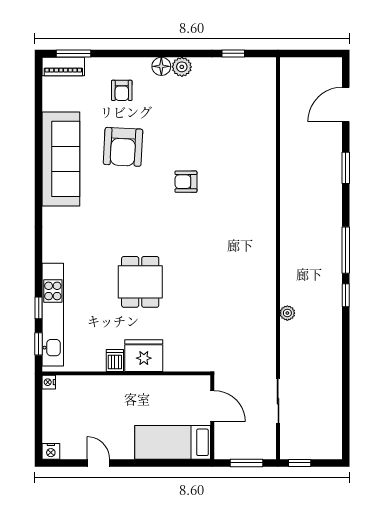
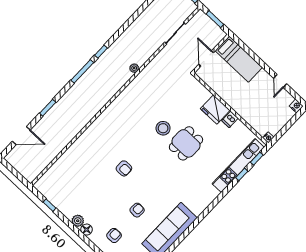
armchair: (123, 147) -> (137, 210), width x0.53, depth x0.53
stool: (185, 274) -> (163, 128), added

